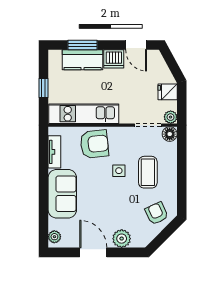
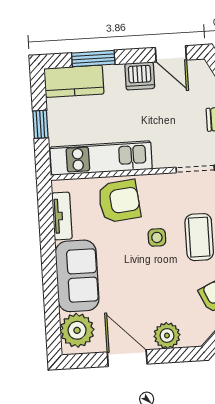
kitchen counter: (83, 60) -> (74, 81), moved
plant: (54, 237) -> (77, 330), width x1.87, depth x1.87

